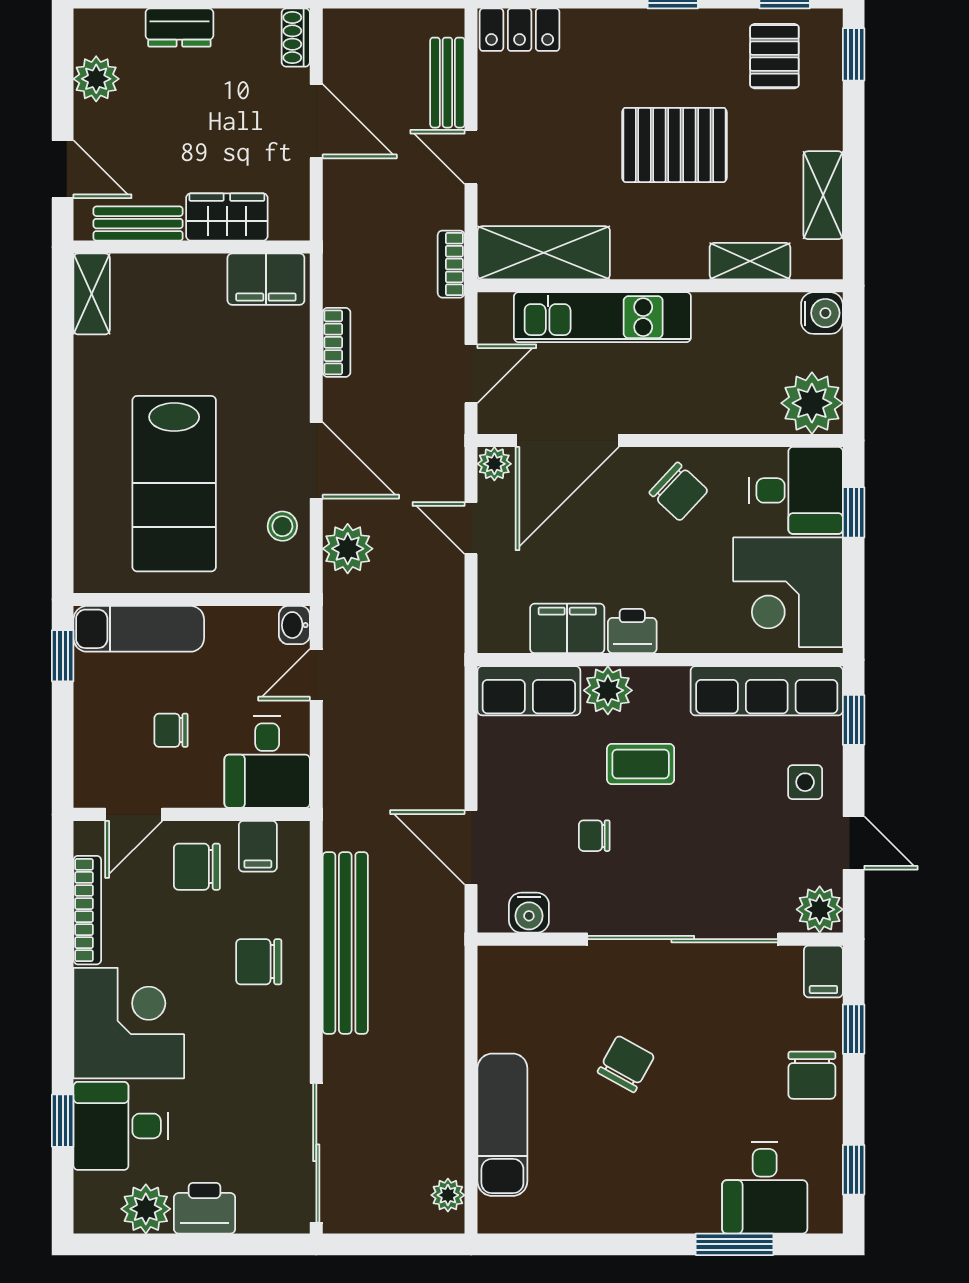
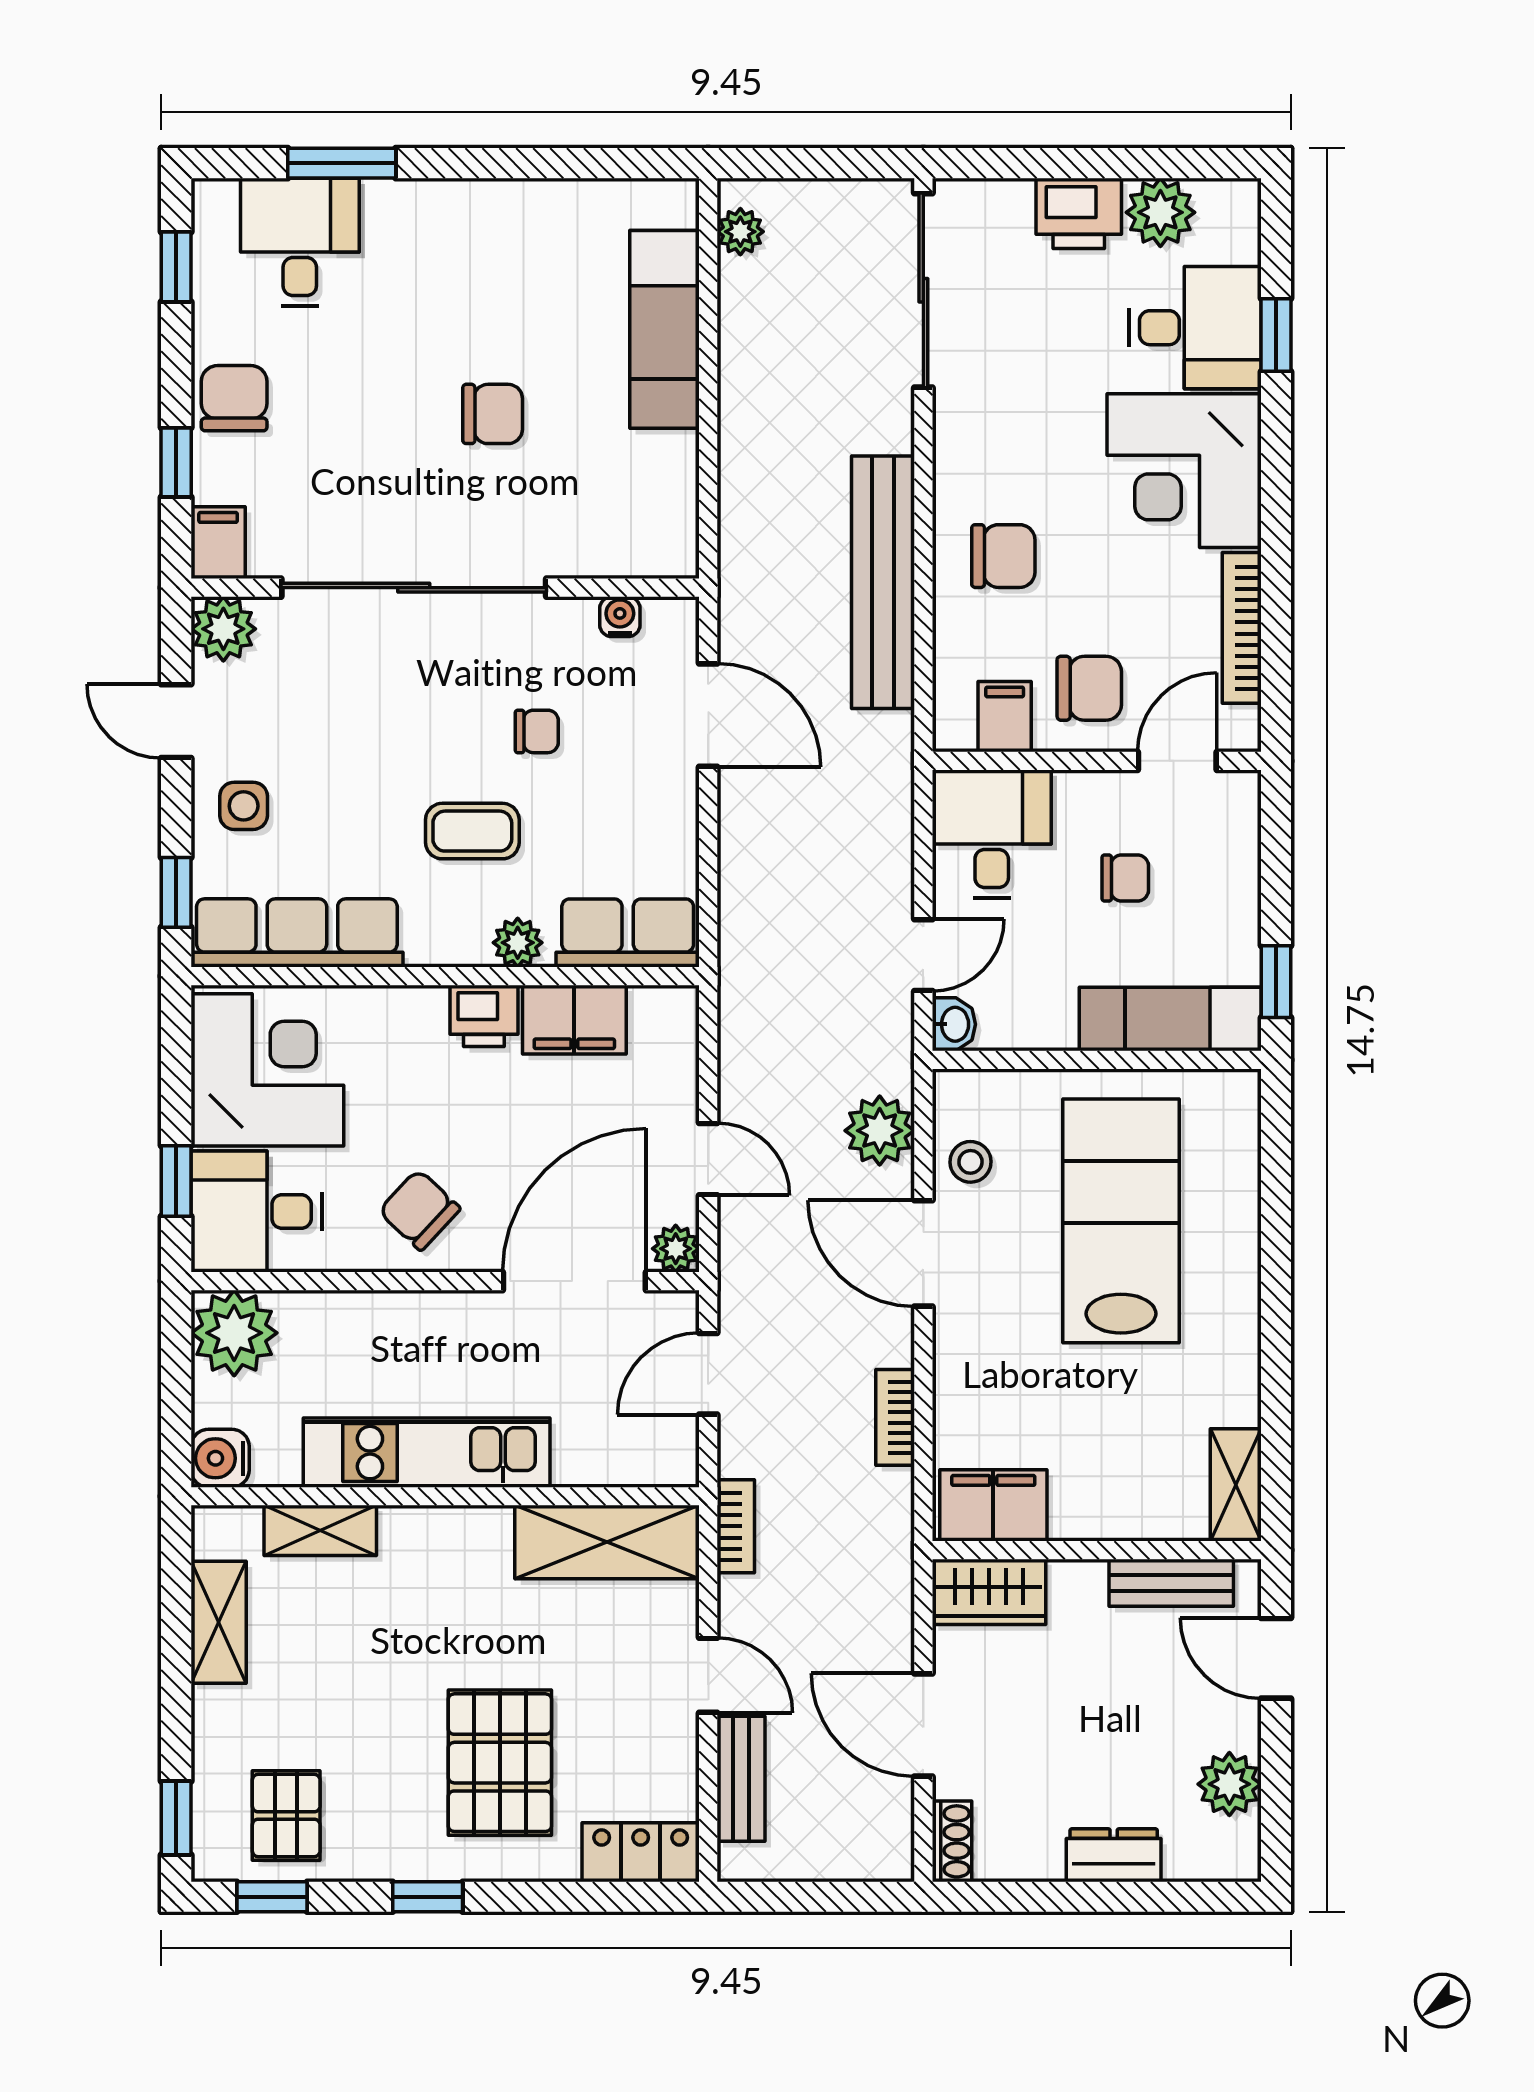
pallet: (674, 145) -> (500, 1763), moved, turned 90
wardrobe: (227, 217) -> (989, 1592), moved
kitchen unit: (602, 317) -> (427, 1453), moved
plant: (608, 690) -> (518, 943), width x0.73, depth x0.73
water cooler: (529, 913) -> (620, 617), width x0.72, depth x0.72
chair: (626, 1064) -> (493, 414), turned -119

